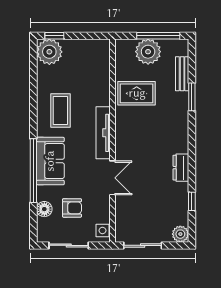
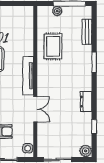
plant: (148, 52) -> (57, 11), width x0.53, depth x0.53
rug: (137, 93) -> (53, 46), turned 90
window: (192, 97) -> (94, 62), moved

